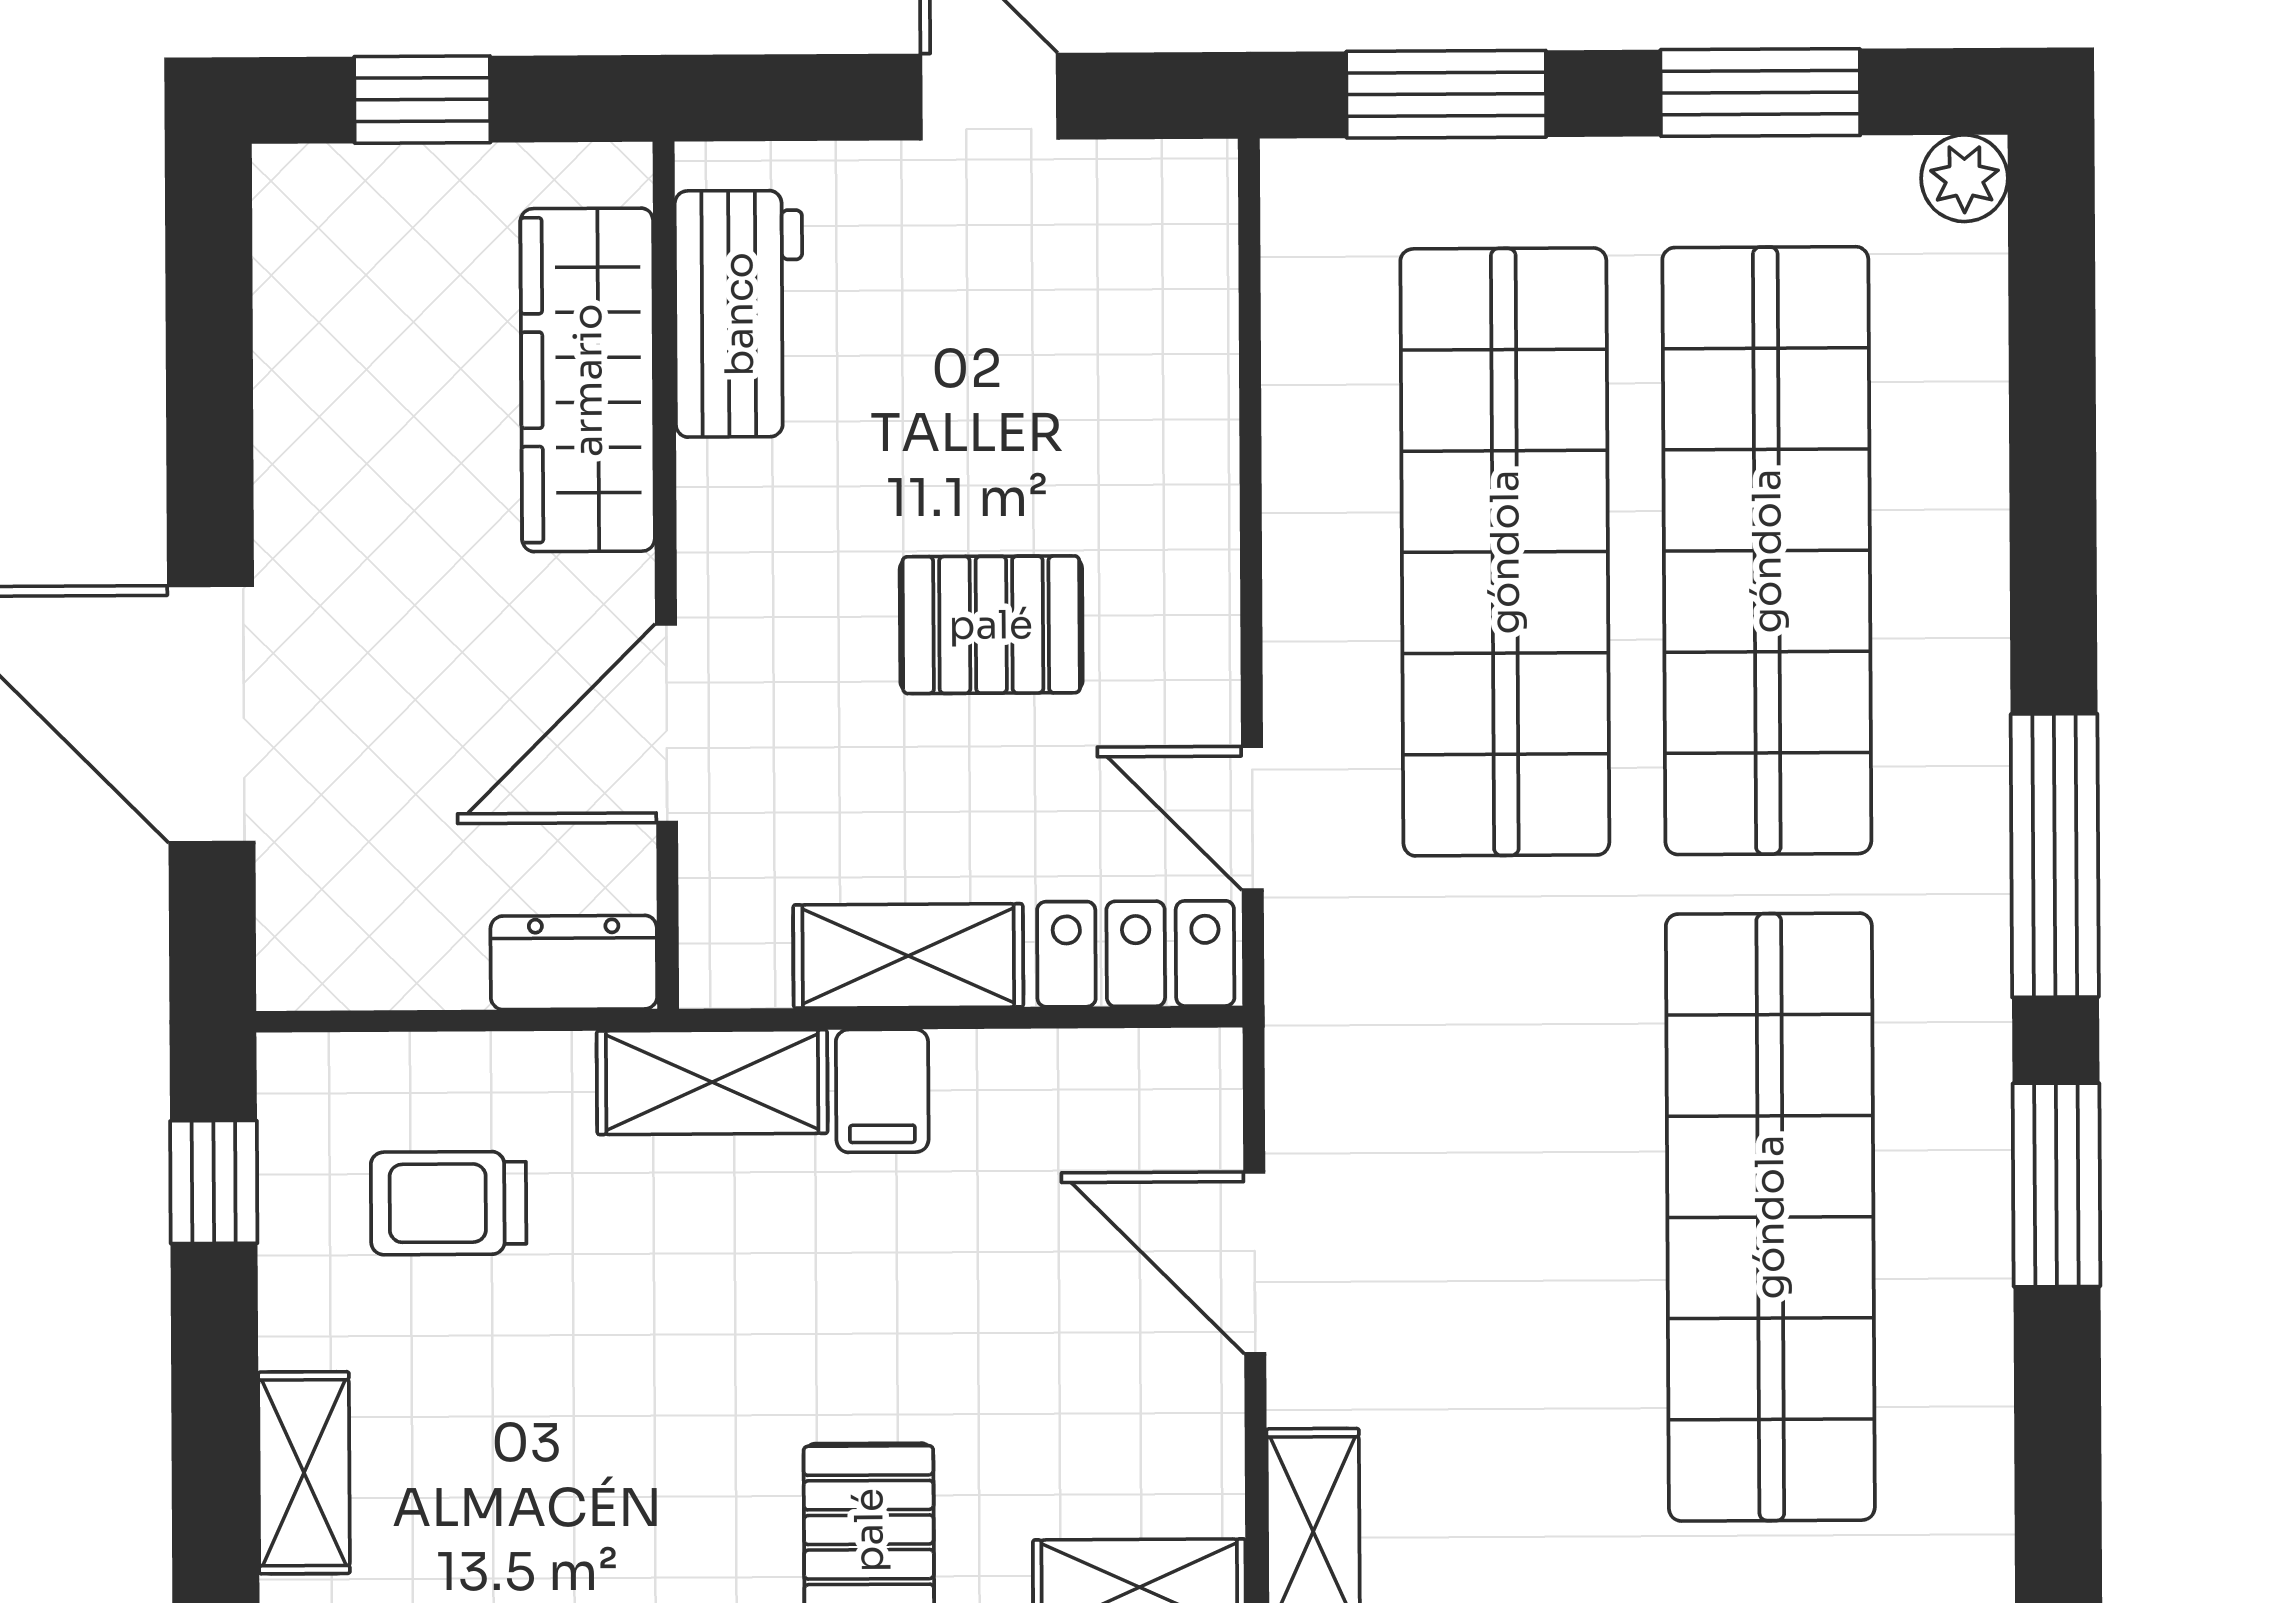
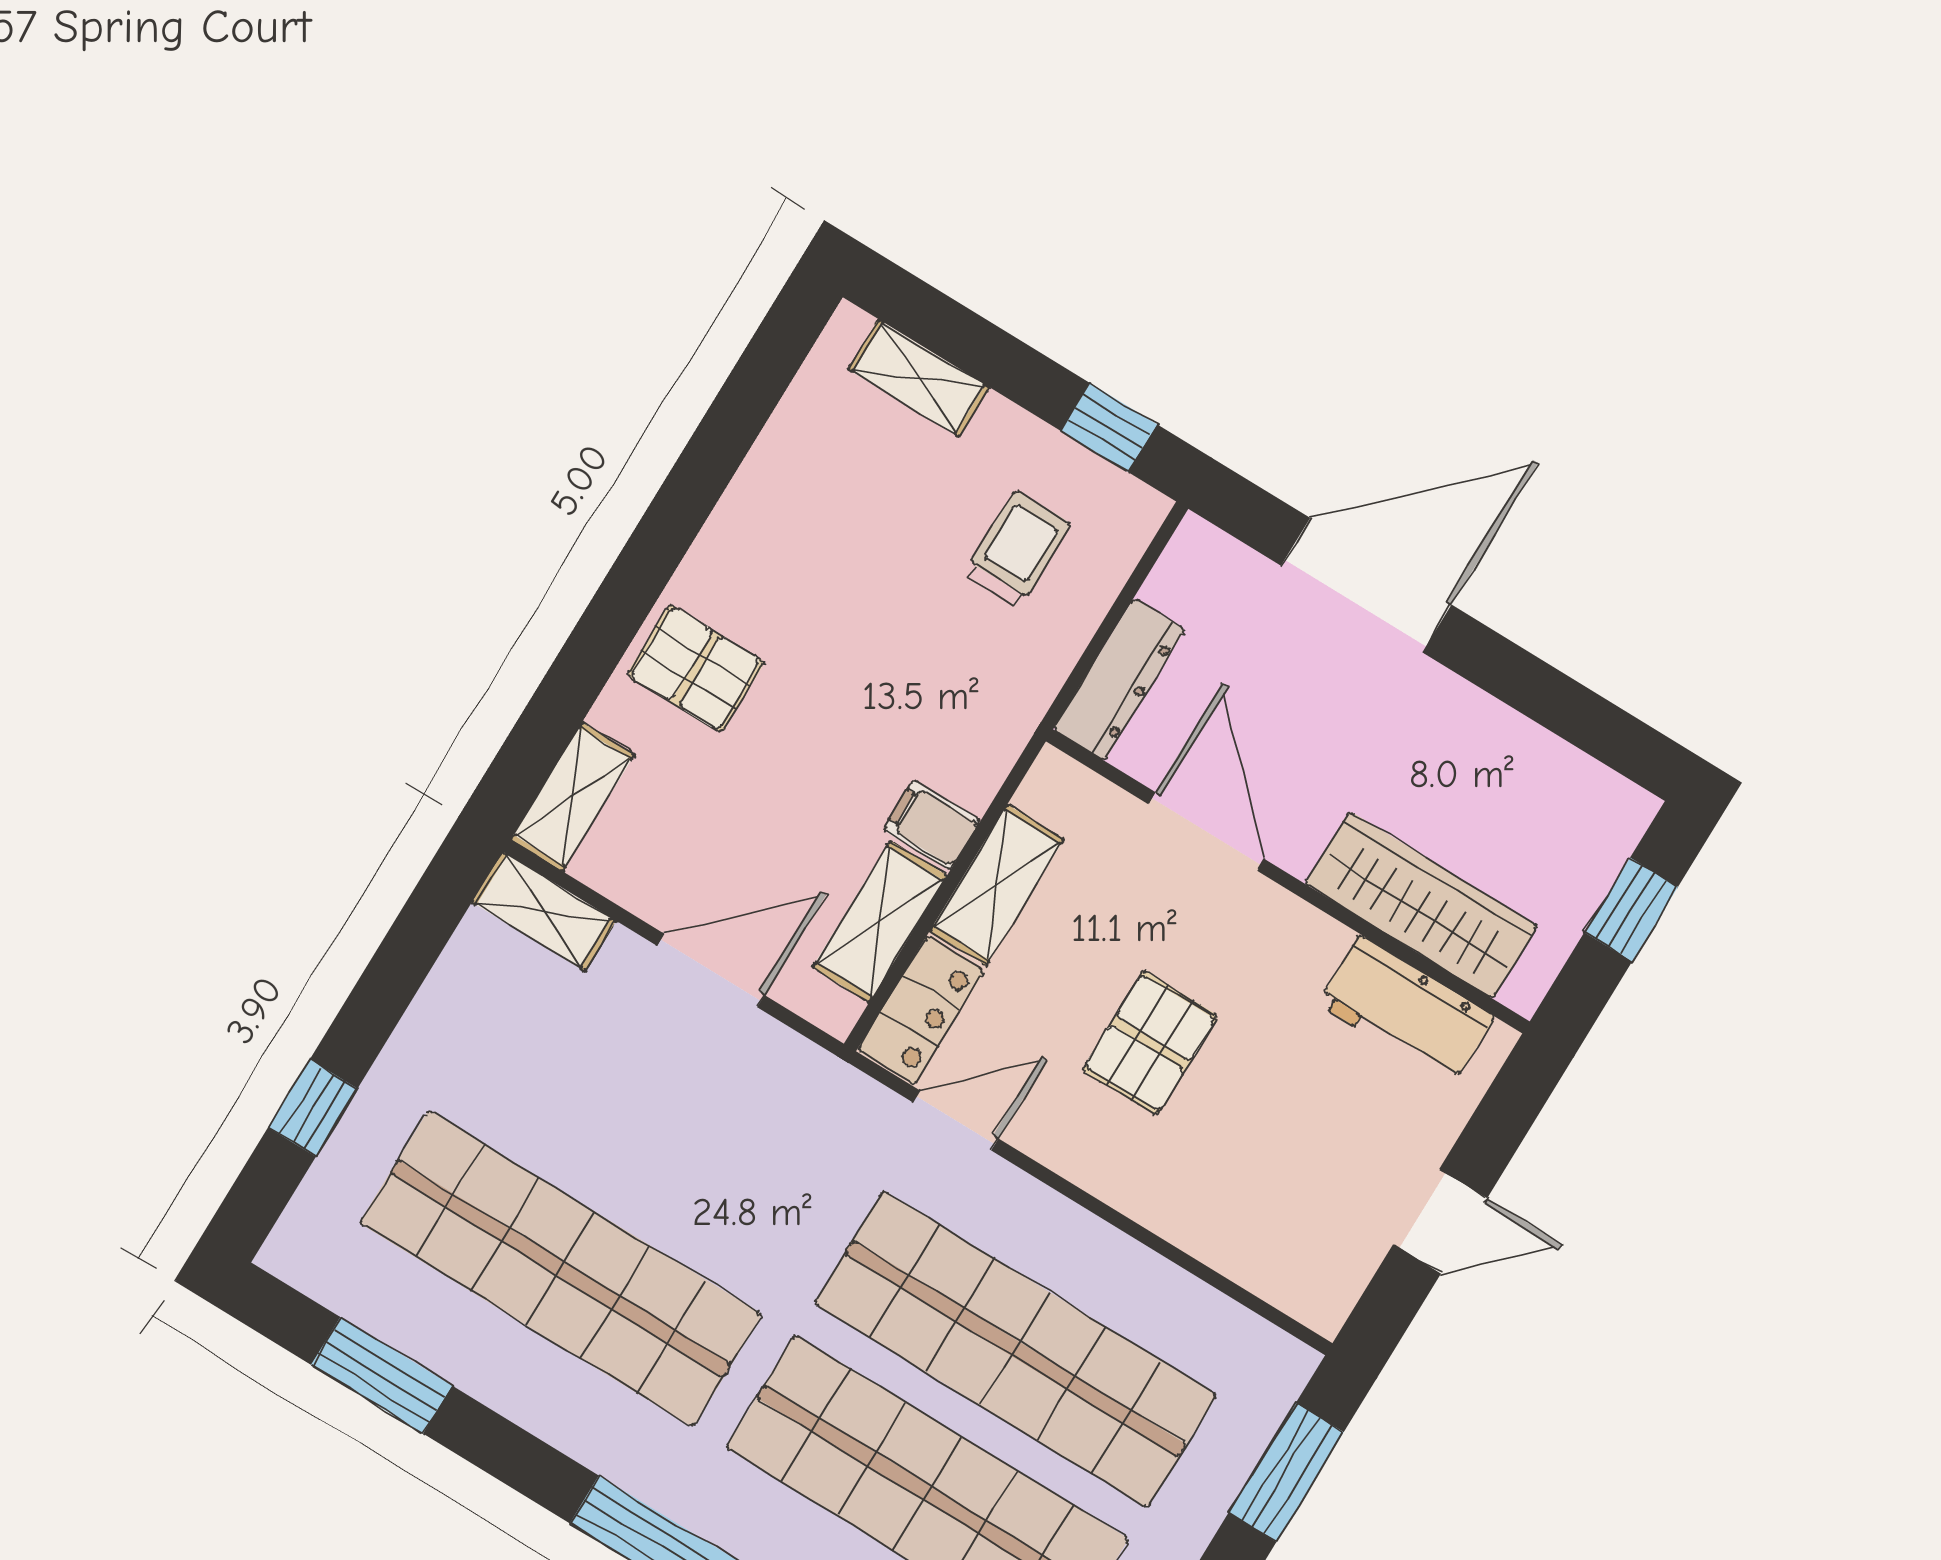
dresser: (574, 963) -> (1119, 679), width x1.44
shelving: (712, 1082) -> (880, 921), moved
window: (2056, 1185) -> (382, 1375), moved

